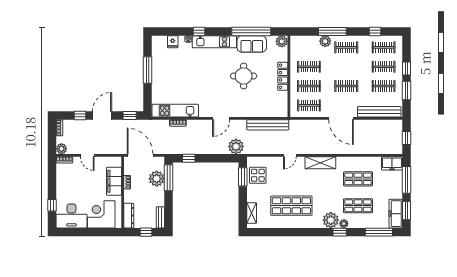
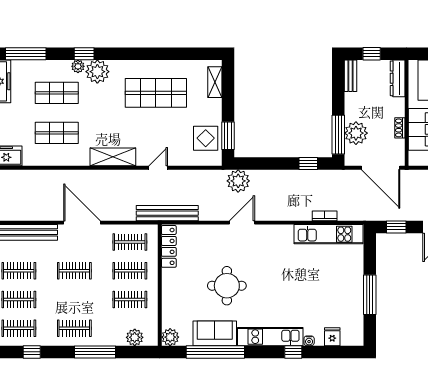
plant: (325, 41) -> (135, 337), moved
locker: (283, 76) -> (169, 246), moved
door: (221, 118) -> (242, 223), moved
bench: (268, 125) -> (167, 213), moved

